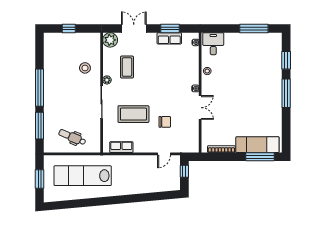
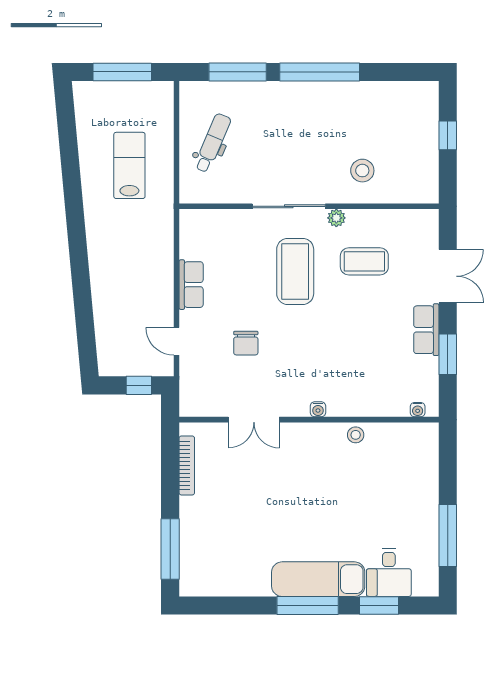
row of seats: (169, 38) -> (426, 330), moved
plant: (110, 40) -> (423, 225), removed
desk: (213, 44) -> (389, 572), moved, turned 90
double door: (200, 108) -> (254, 420), moved
coffee table: (133, 114) -> (295, 271), moved
exam couch: (257, 145) -> (318, 579), moved, turned -90
row of seats: (121, 147) -> (191, 285), moved
lab bench: (83, 176) -> (129, 165), width x0.54, depth x0.72
window: (39, 179) -> (122, 72), width x1.44

